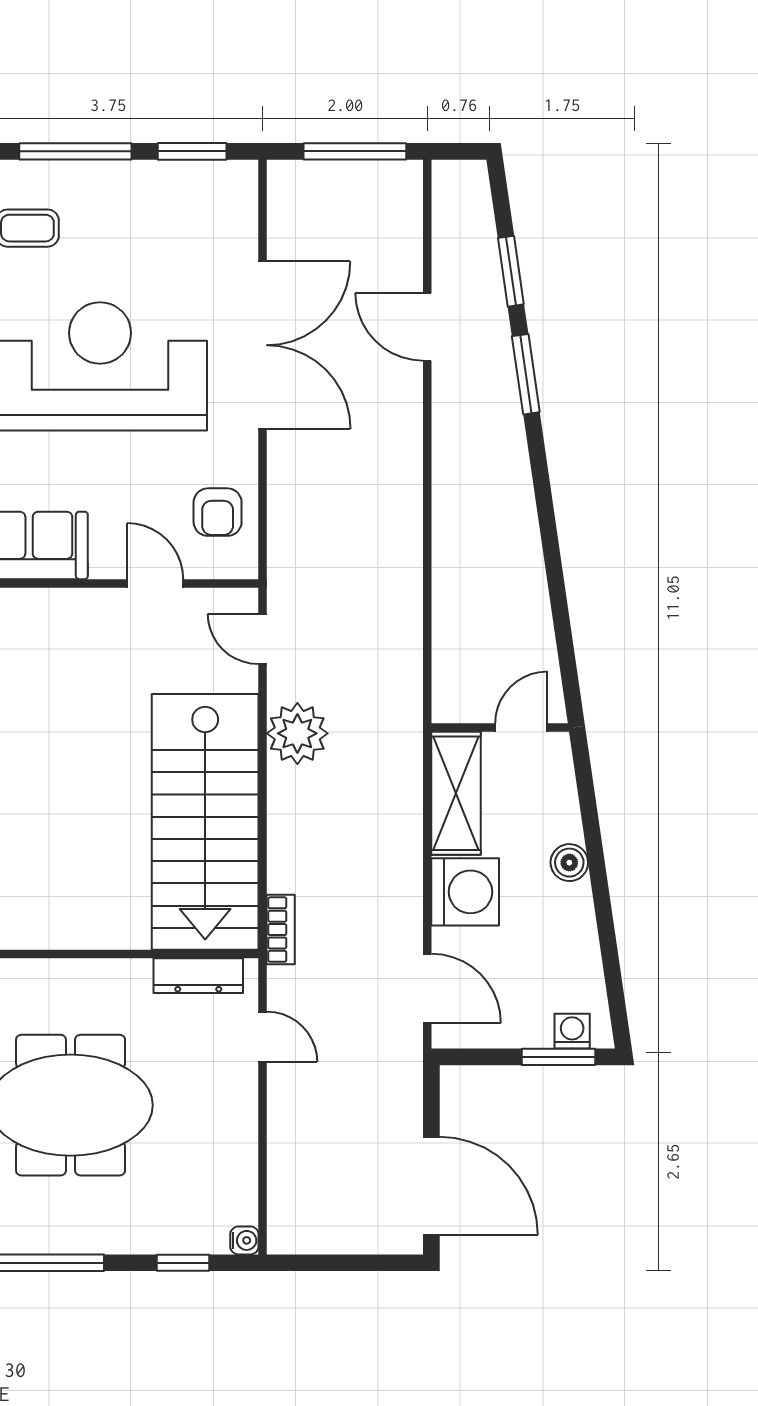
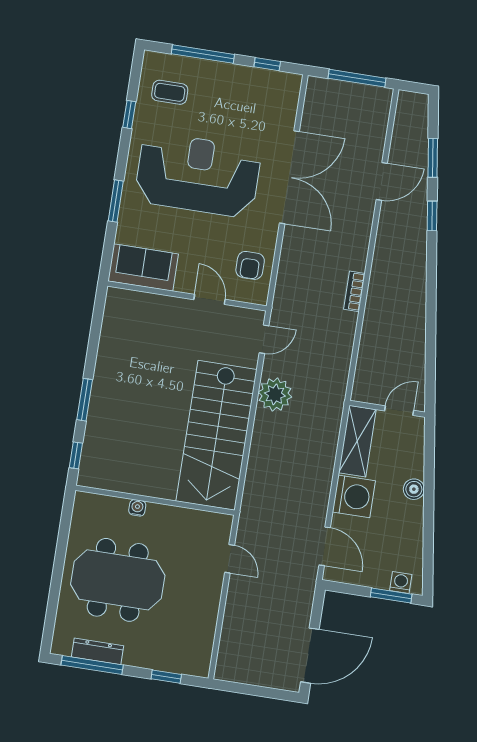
window: (192, 151) -> (267, 64), width x0.67
door: (427, 327) -> (382, 181), swing flipped
window: (526, 374) -> (432, 216), width x0.67
door: (263, 639) -> (264, 339), swing flipped
bookcase: (281, 930) -> (354, 291), moved, turned 180
dresser: (198, 976) -> (97, 651), moved, turned 180
door: (431, 1186) -> (310, 656), hinge flipped
water cooler: (244, 1240) -> (137, 508), moved, turned -90

